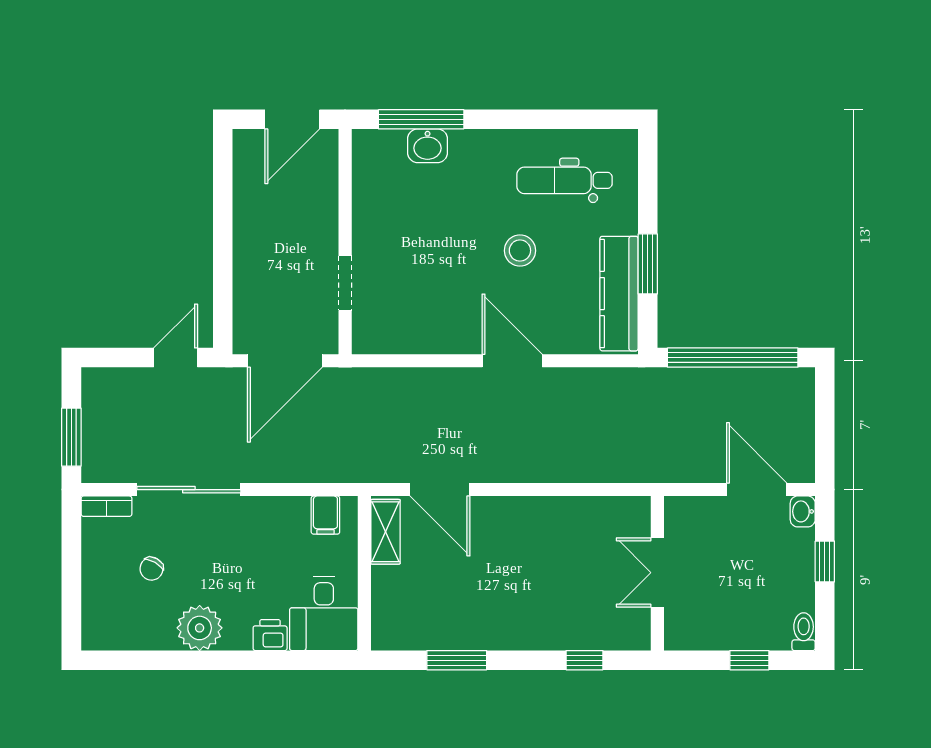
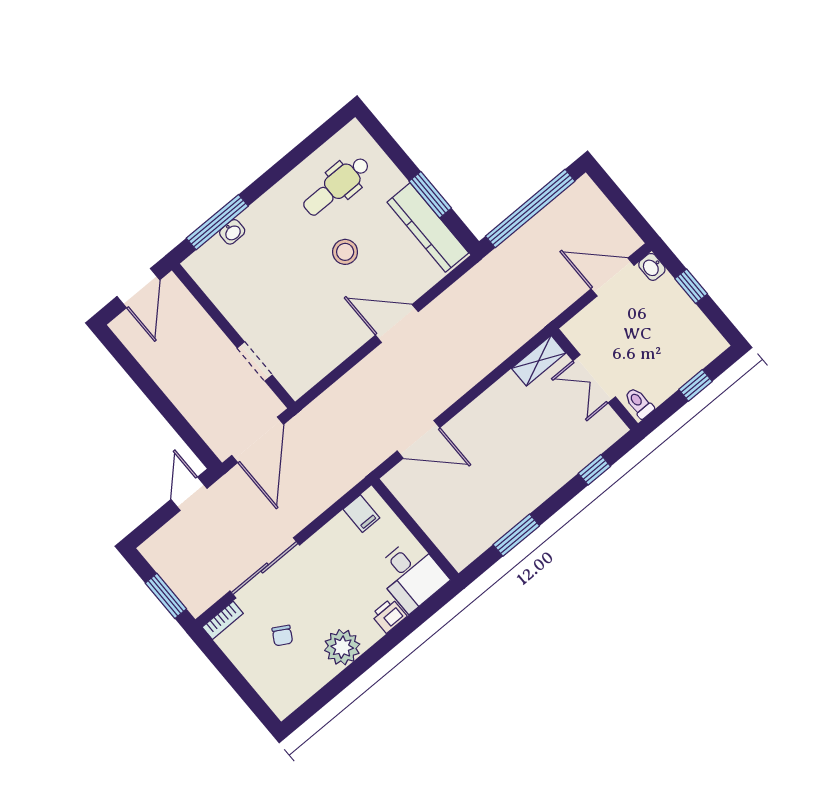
washbasin: (428, 146) -> (232, 232), width x0.72, depth x0.69
shelving: (385, 532) -> (539, 361), moved, turned 90
toilet: (804, 632) -> (639, 403), moved

